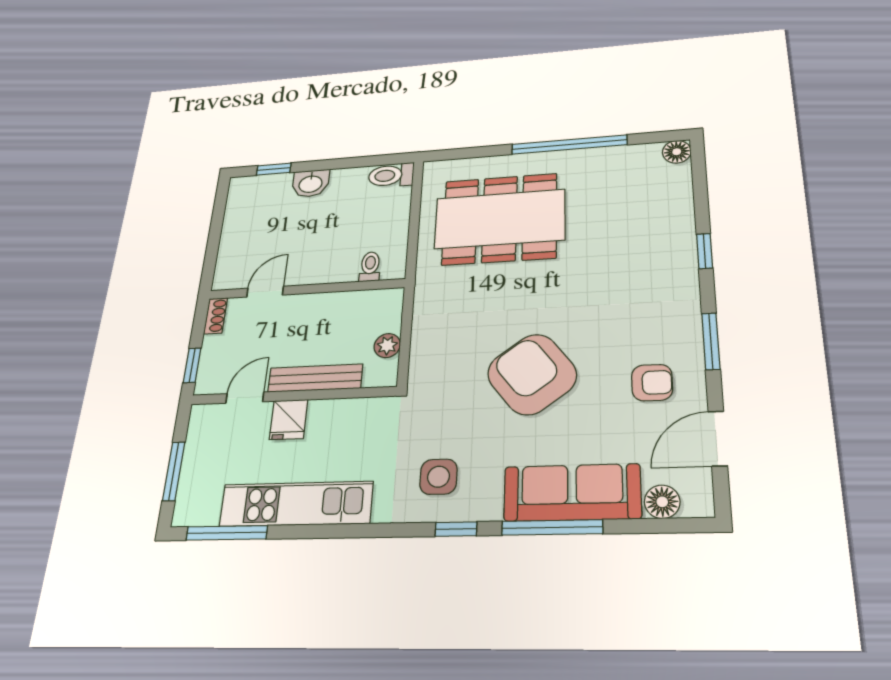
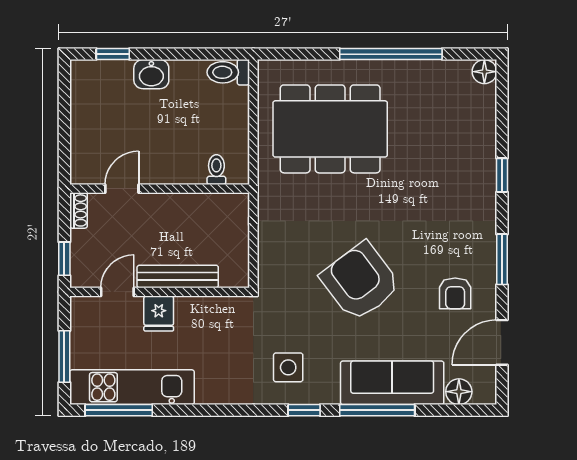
plant: (387, 346) -> (238, 249), removed
armchair: (652, 383) -> (455, 293), turned 90
kitchen unit: (296, 504) -> (132, 387), moved

